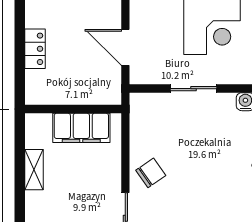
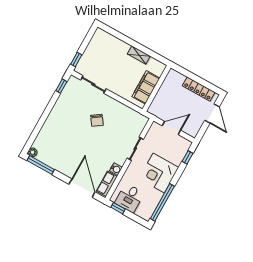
locker: (35, 49) -> (199, 89), width x1.53
chair: (151, 173) -> (97, 120), moved

